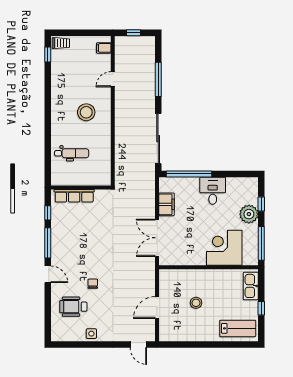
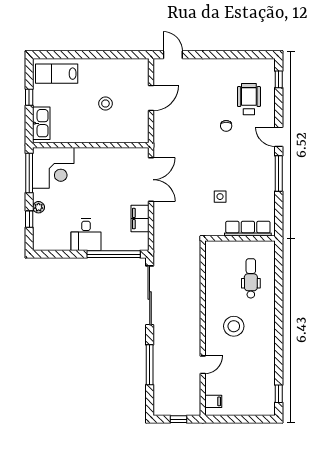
trolley: (61, 43) -> (263, 407), removed
dental chair: (72, 153) -> (251, 278), turned 90
window: (48, 213) -> (279, 79), moved
plant: (249, 214) -> (39, 207), width x0.53, depth x0.53
corner desk: (224, 248) -> (53, 168), moved
wheelchair: (73, 307) -> (249, 99), turned -90
side table: (91, 334) -> (220, 197), moved

